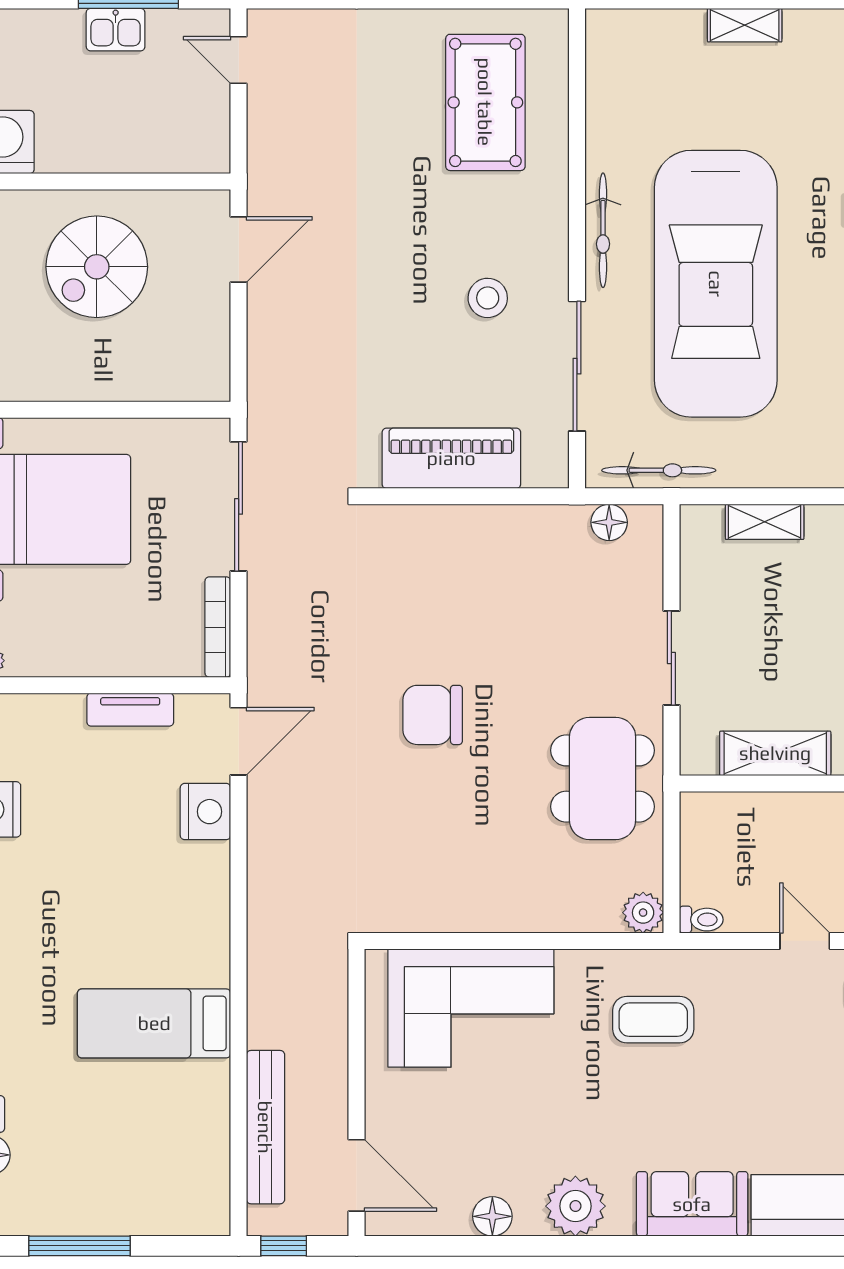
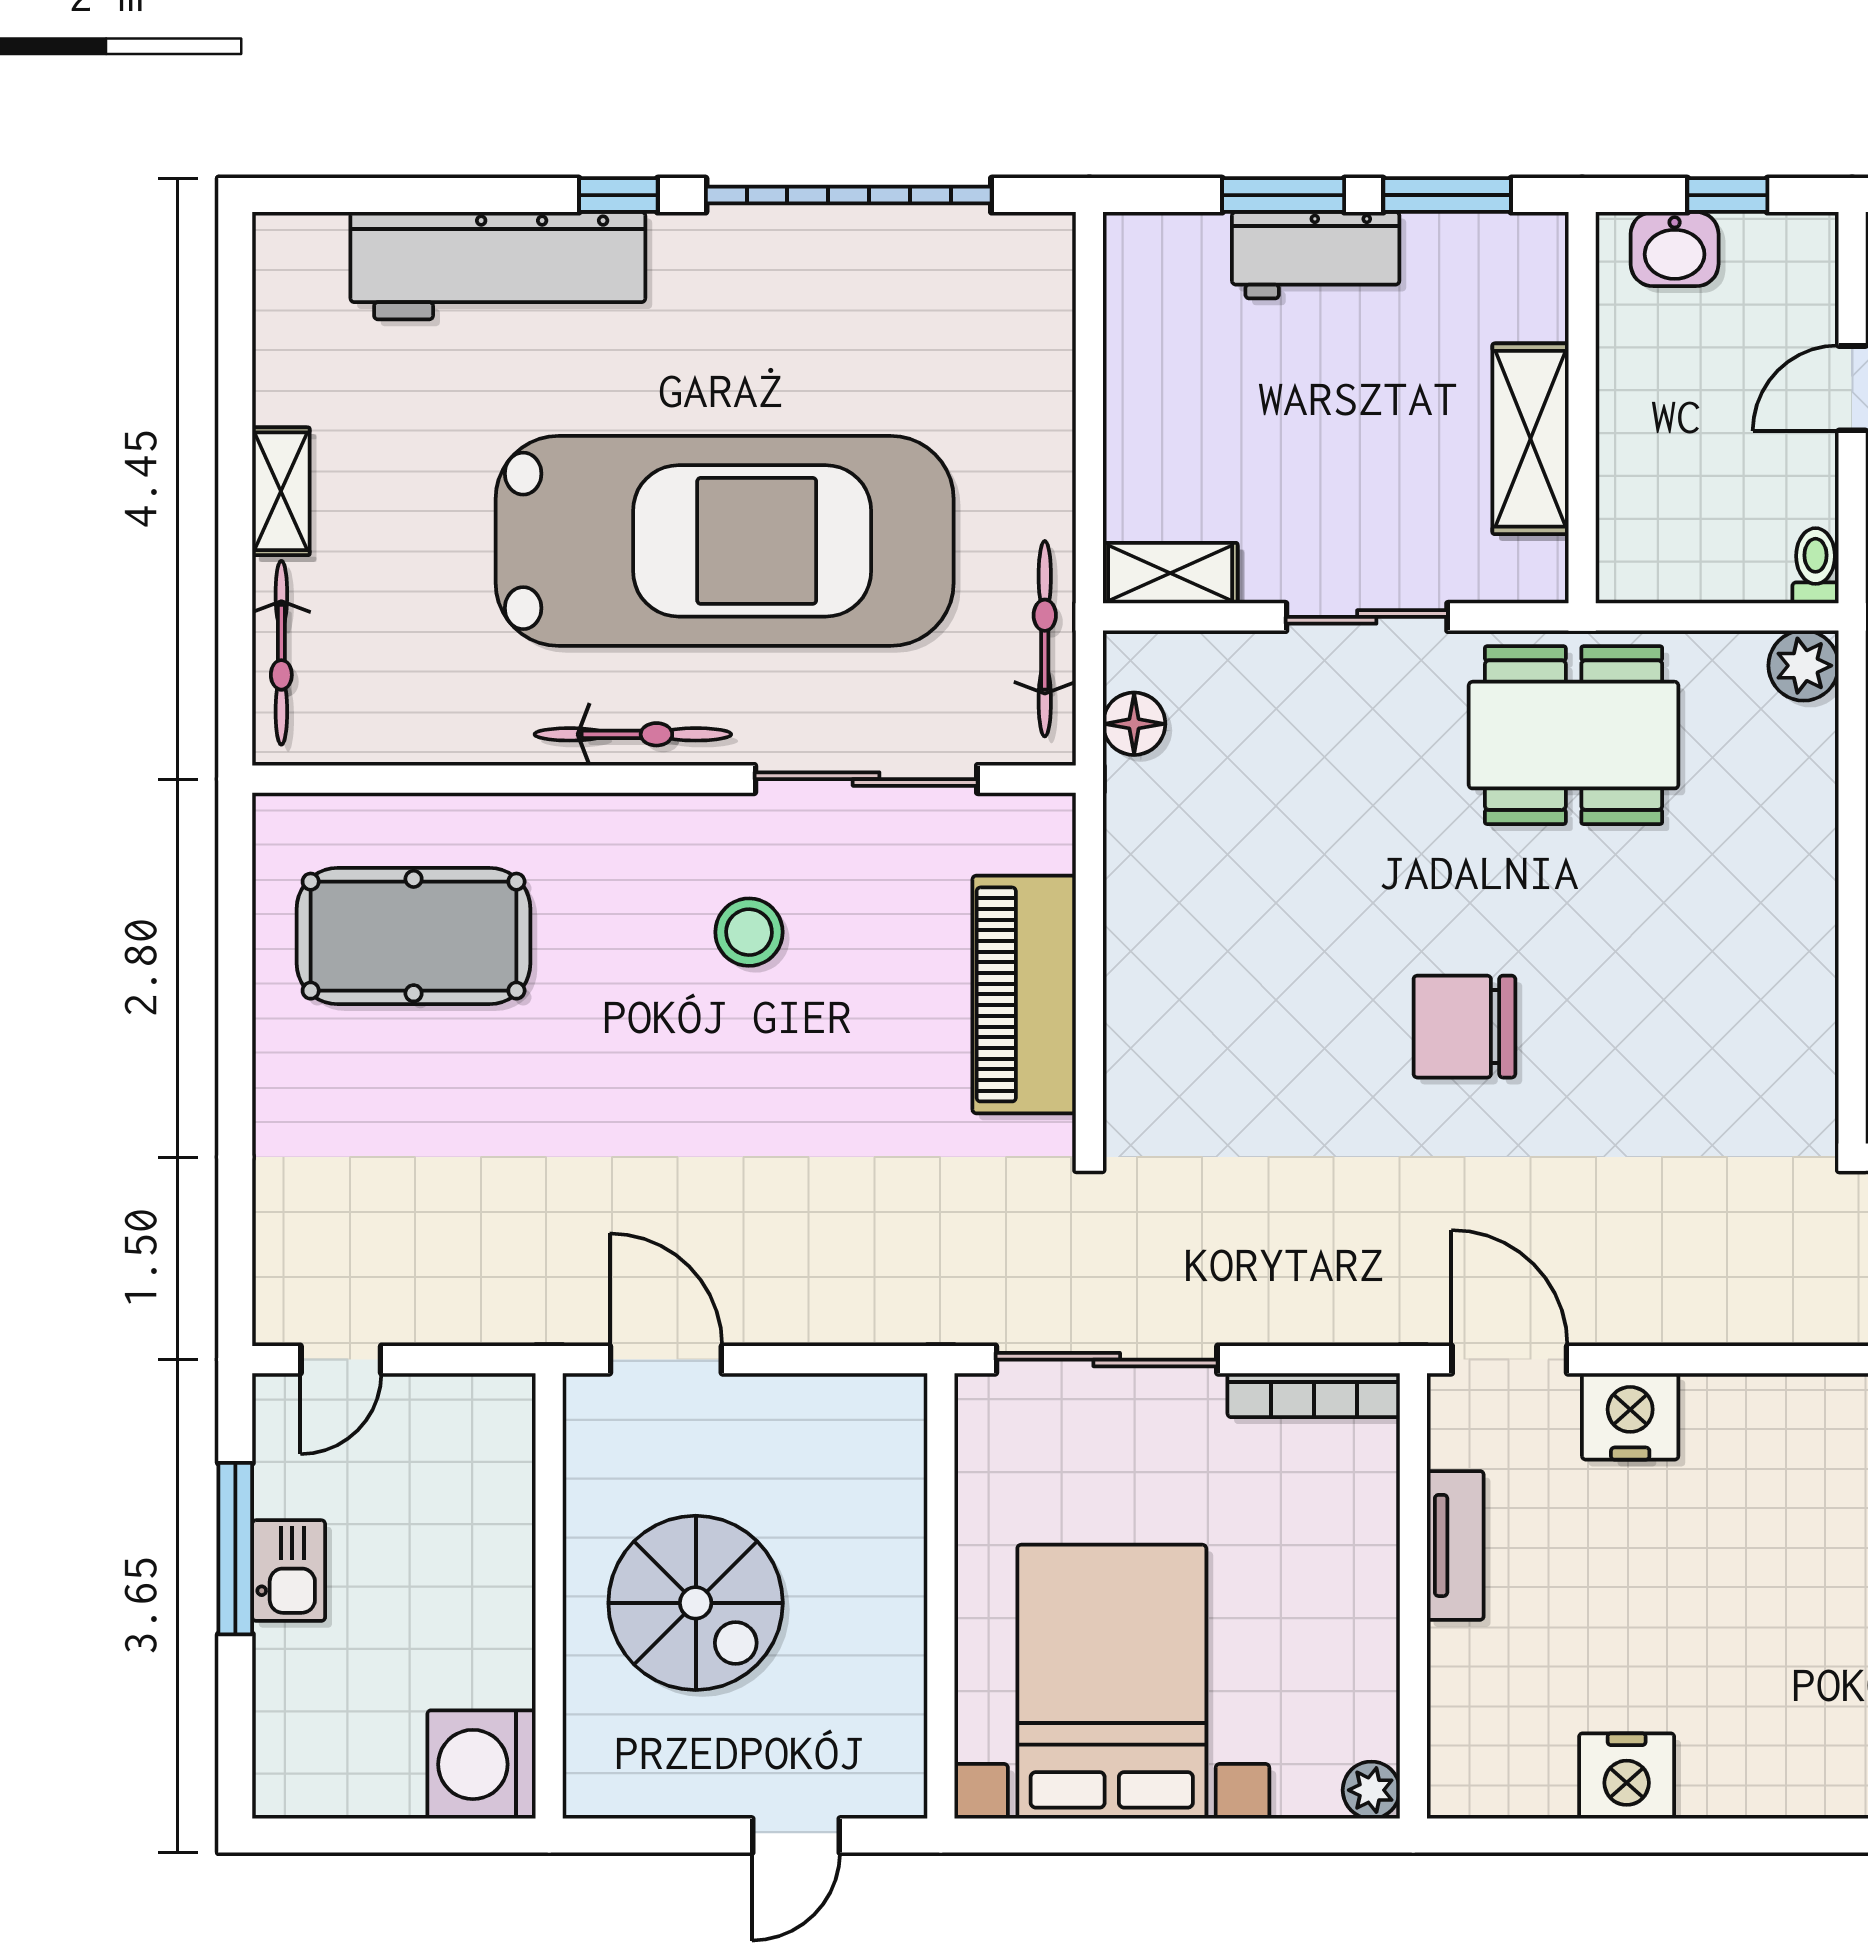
bicycle: (651, 25) -> (281, 653), added
shelving: (765, 522) -> (1170, 573), moved, turned 90
chair: (433, 715) -> (1464, 1027), turned 90

